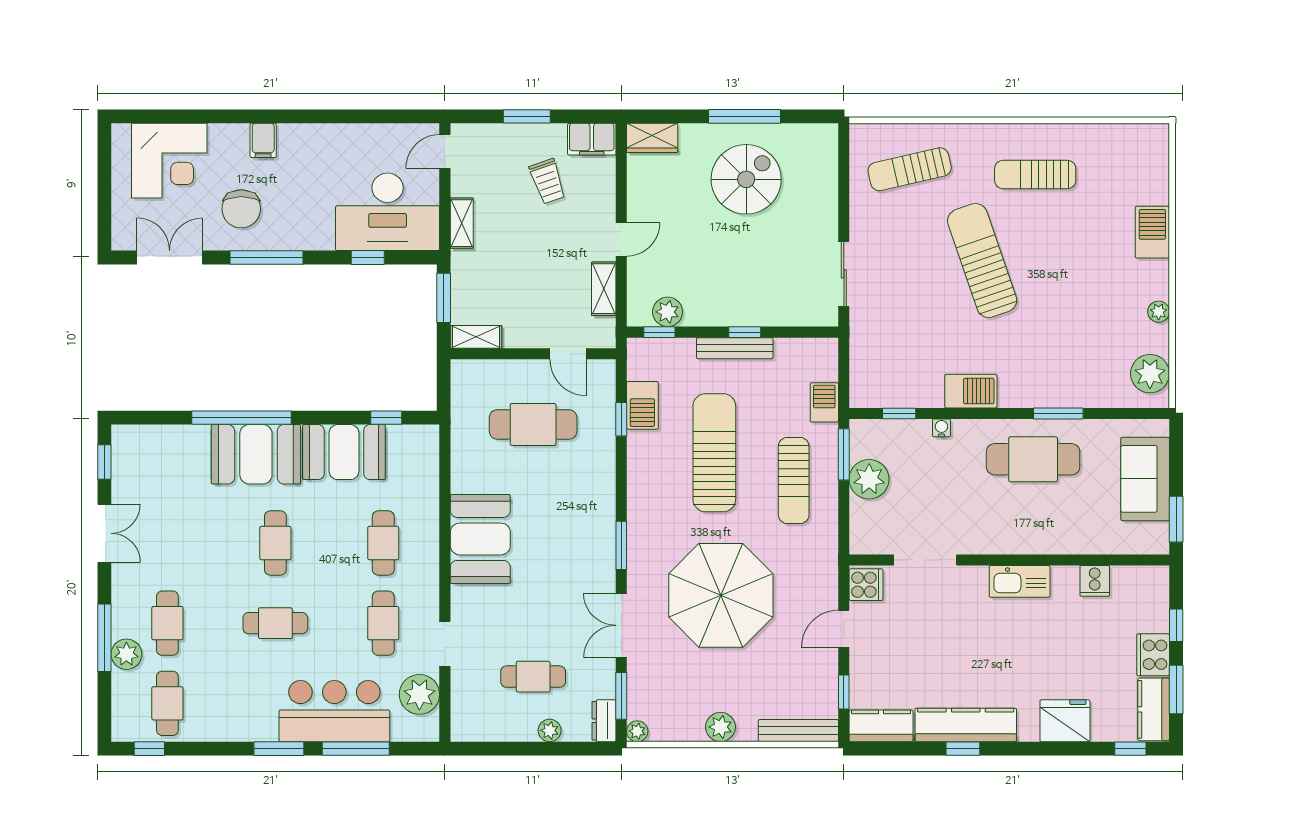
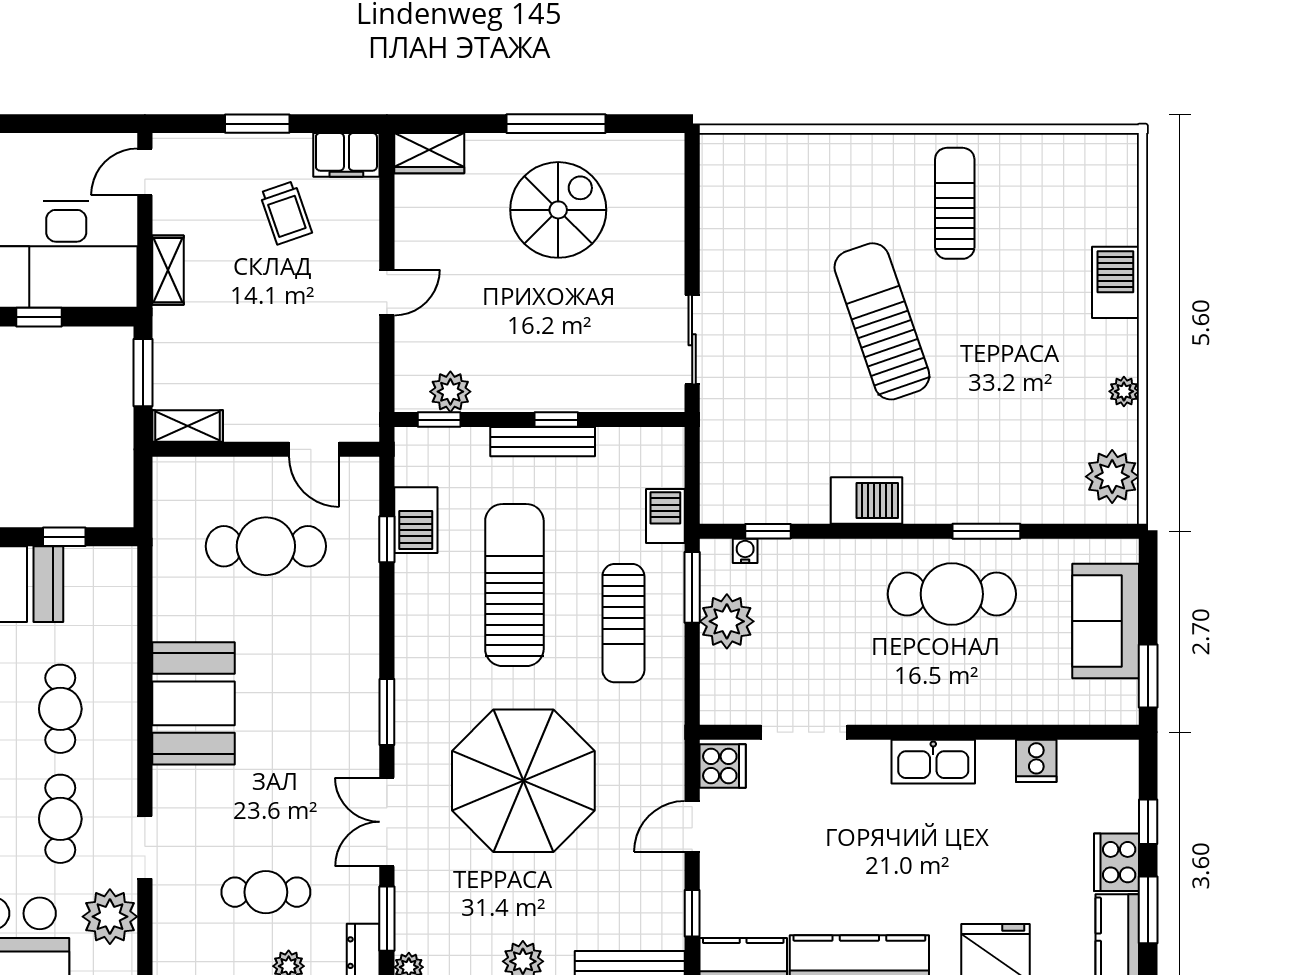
sun lounger: (910, 169) -> (782, 196), removed
sun lounger: (1035, 174) -> (955, 203), turned 90
shelving: (604, 289) -> (363, 360), removed
water cooler: (941, 428) -> (745, 551), moved

